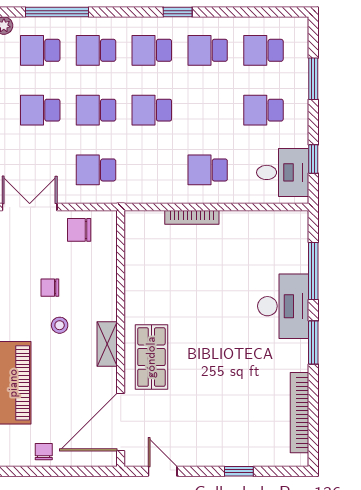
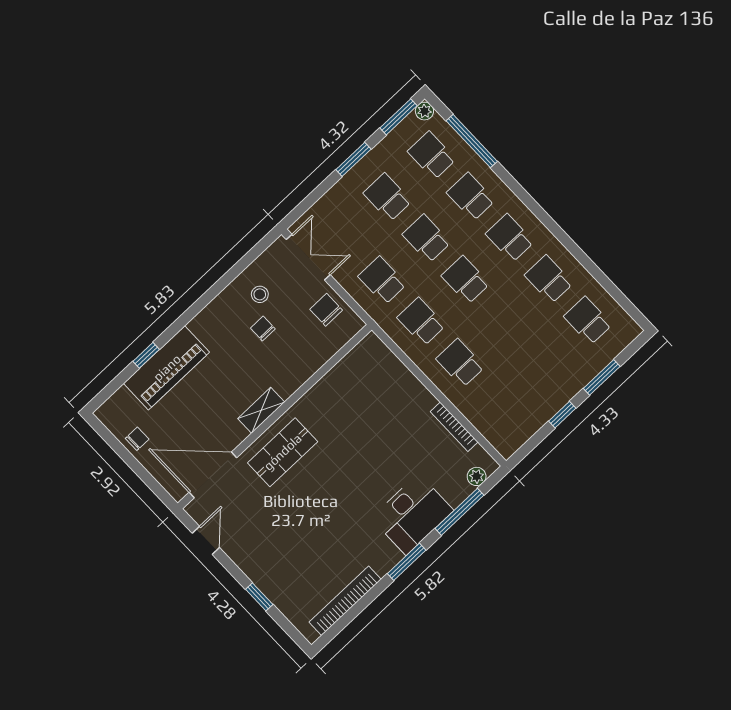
window: (178, 12) -> (556, 230), removed
school desk: (263, 110) -> (421, 322), moved
window: (313, 159) -> (562, 415), moved
desk: (283, 172) -> (511, 420), removed
bookcase: (192, 217) -> (454, 427), moved
plant: (300, 235) -> (477, 476), added
stool: (60, 325) -> (260, 294), moved

